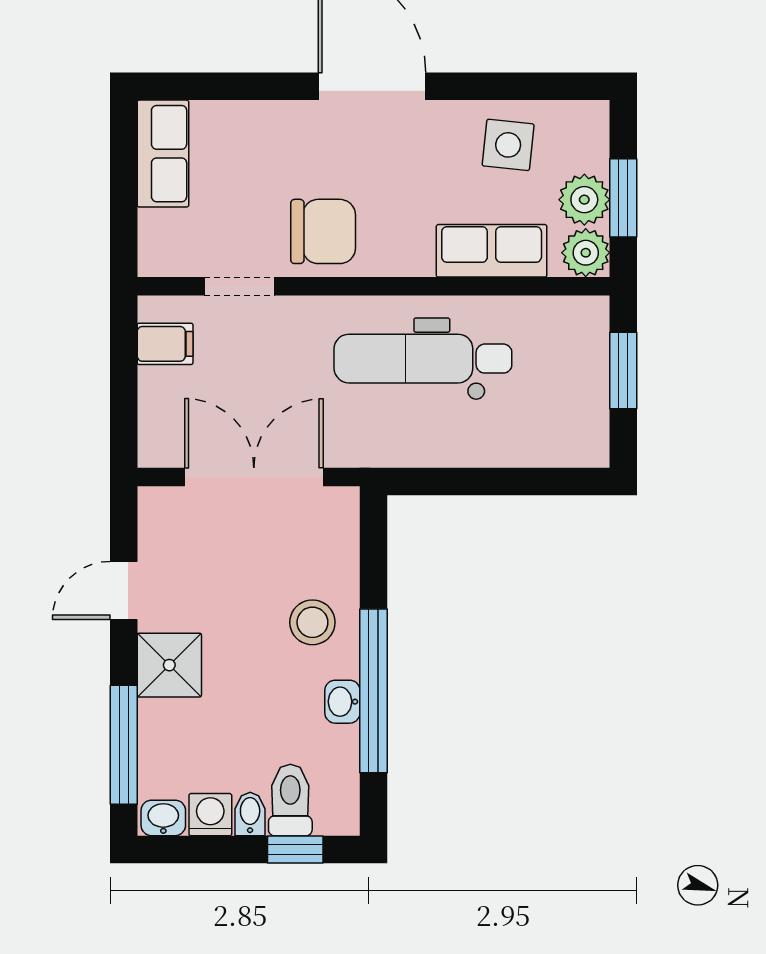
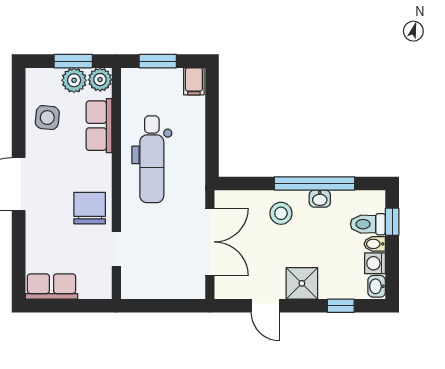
filing cabinet: (165, 344) -> (194, 81), moved, turned 180
double door: (254, 477) -> (210, 242), swing flipped
window: (124, 745) -> (341, 306), width x0.46

